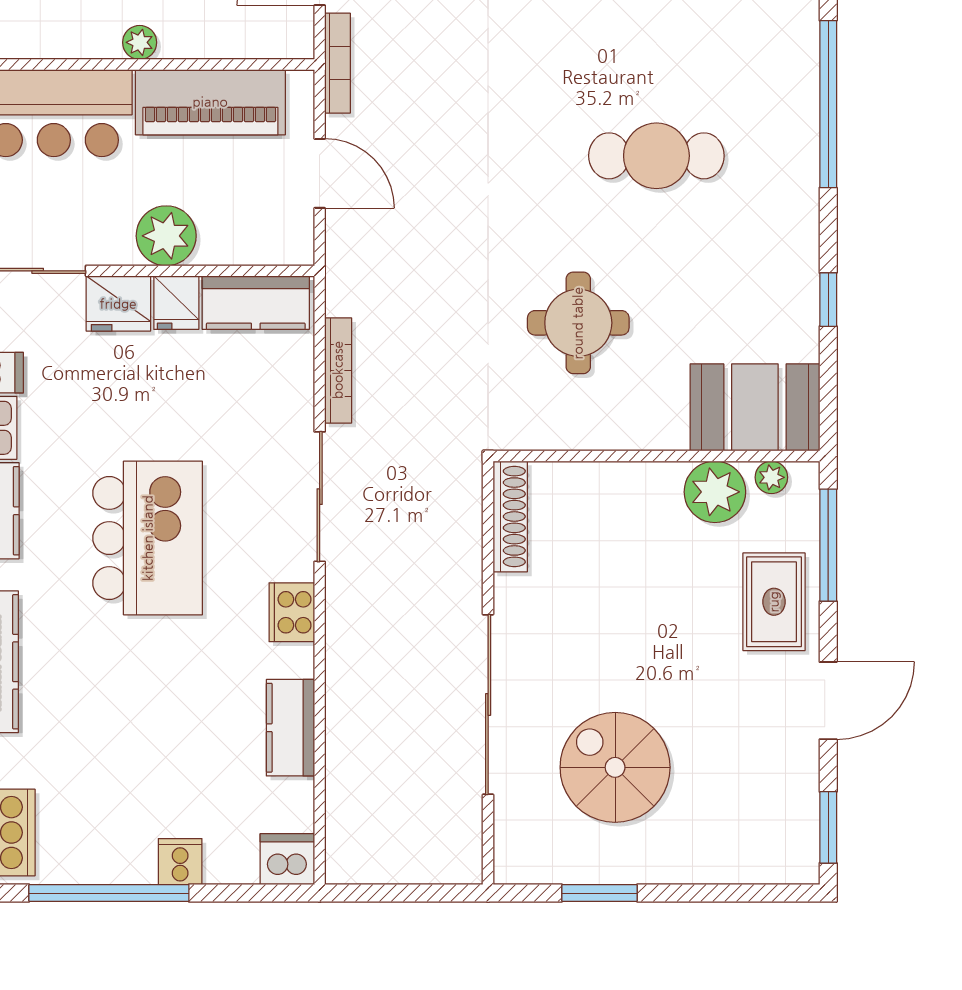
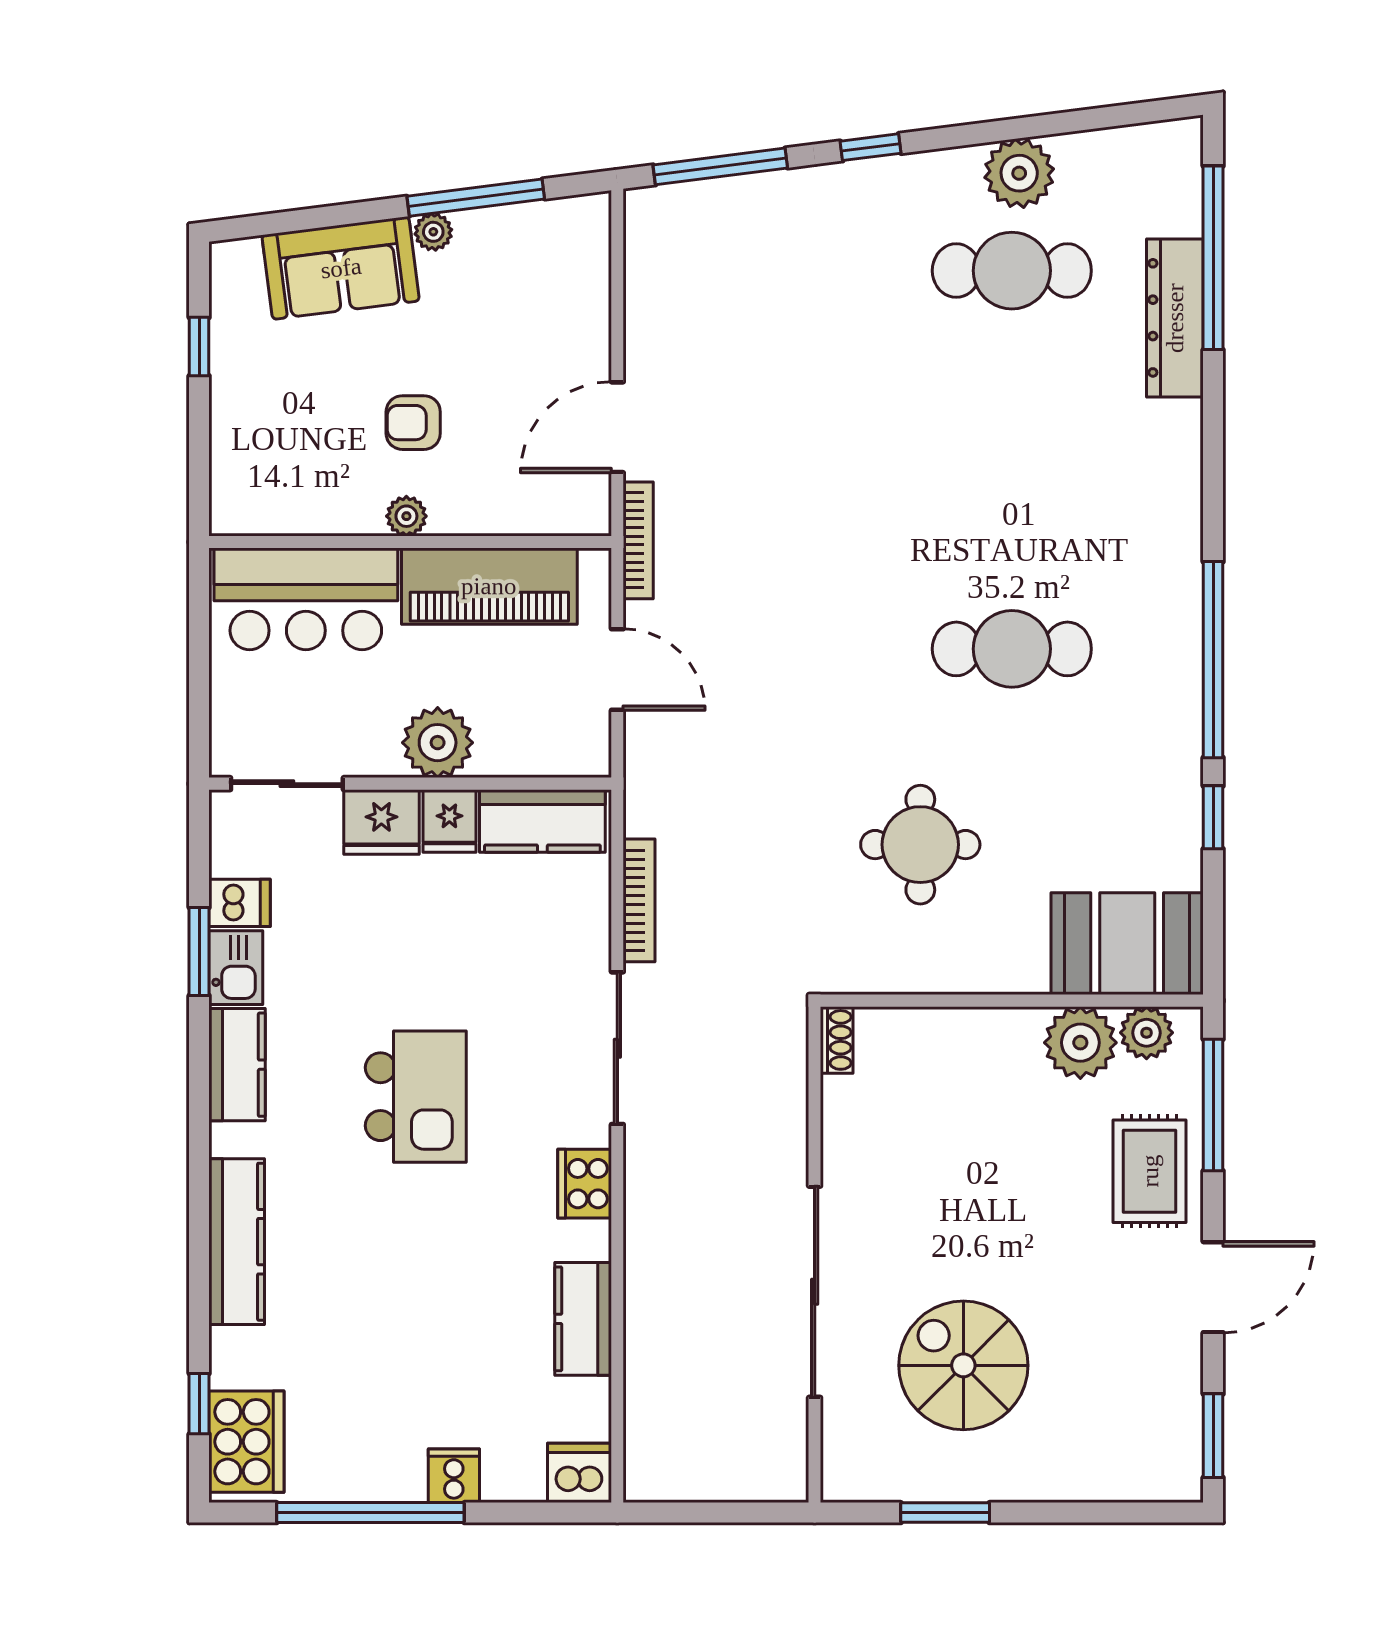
window: (828, 104) -> (1213, 660), moved
plant: (771, 477) -> (1147, 1033), width x1.38, depth x1.38
shoe rack: (510, 516) -> (837, 1040), width x0.51, depth x0.81
kitchen island: (148, 538) -> (416, 1097), width x0.73, depth x0.78

